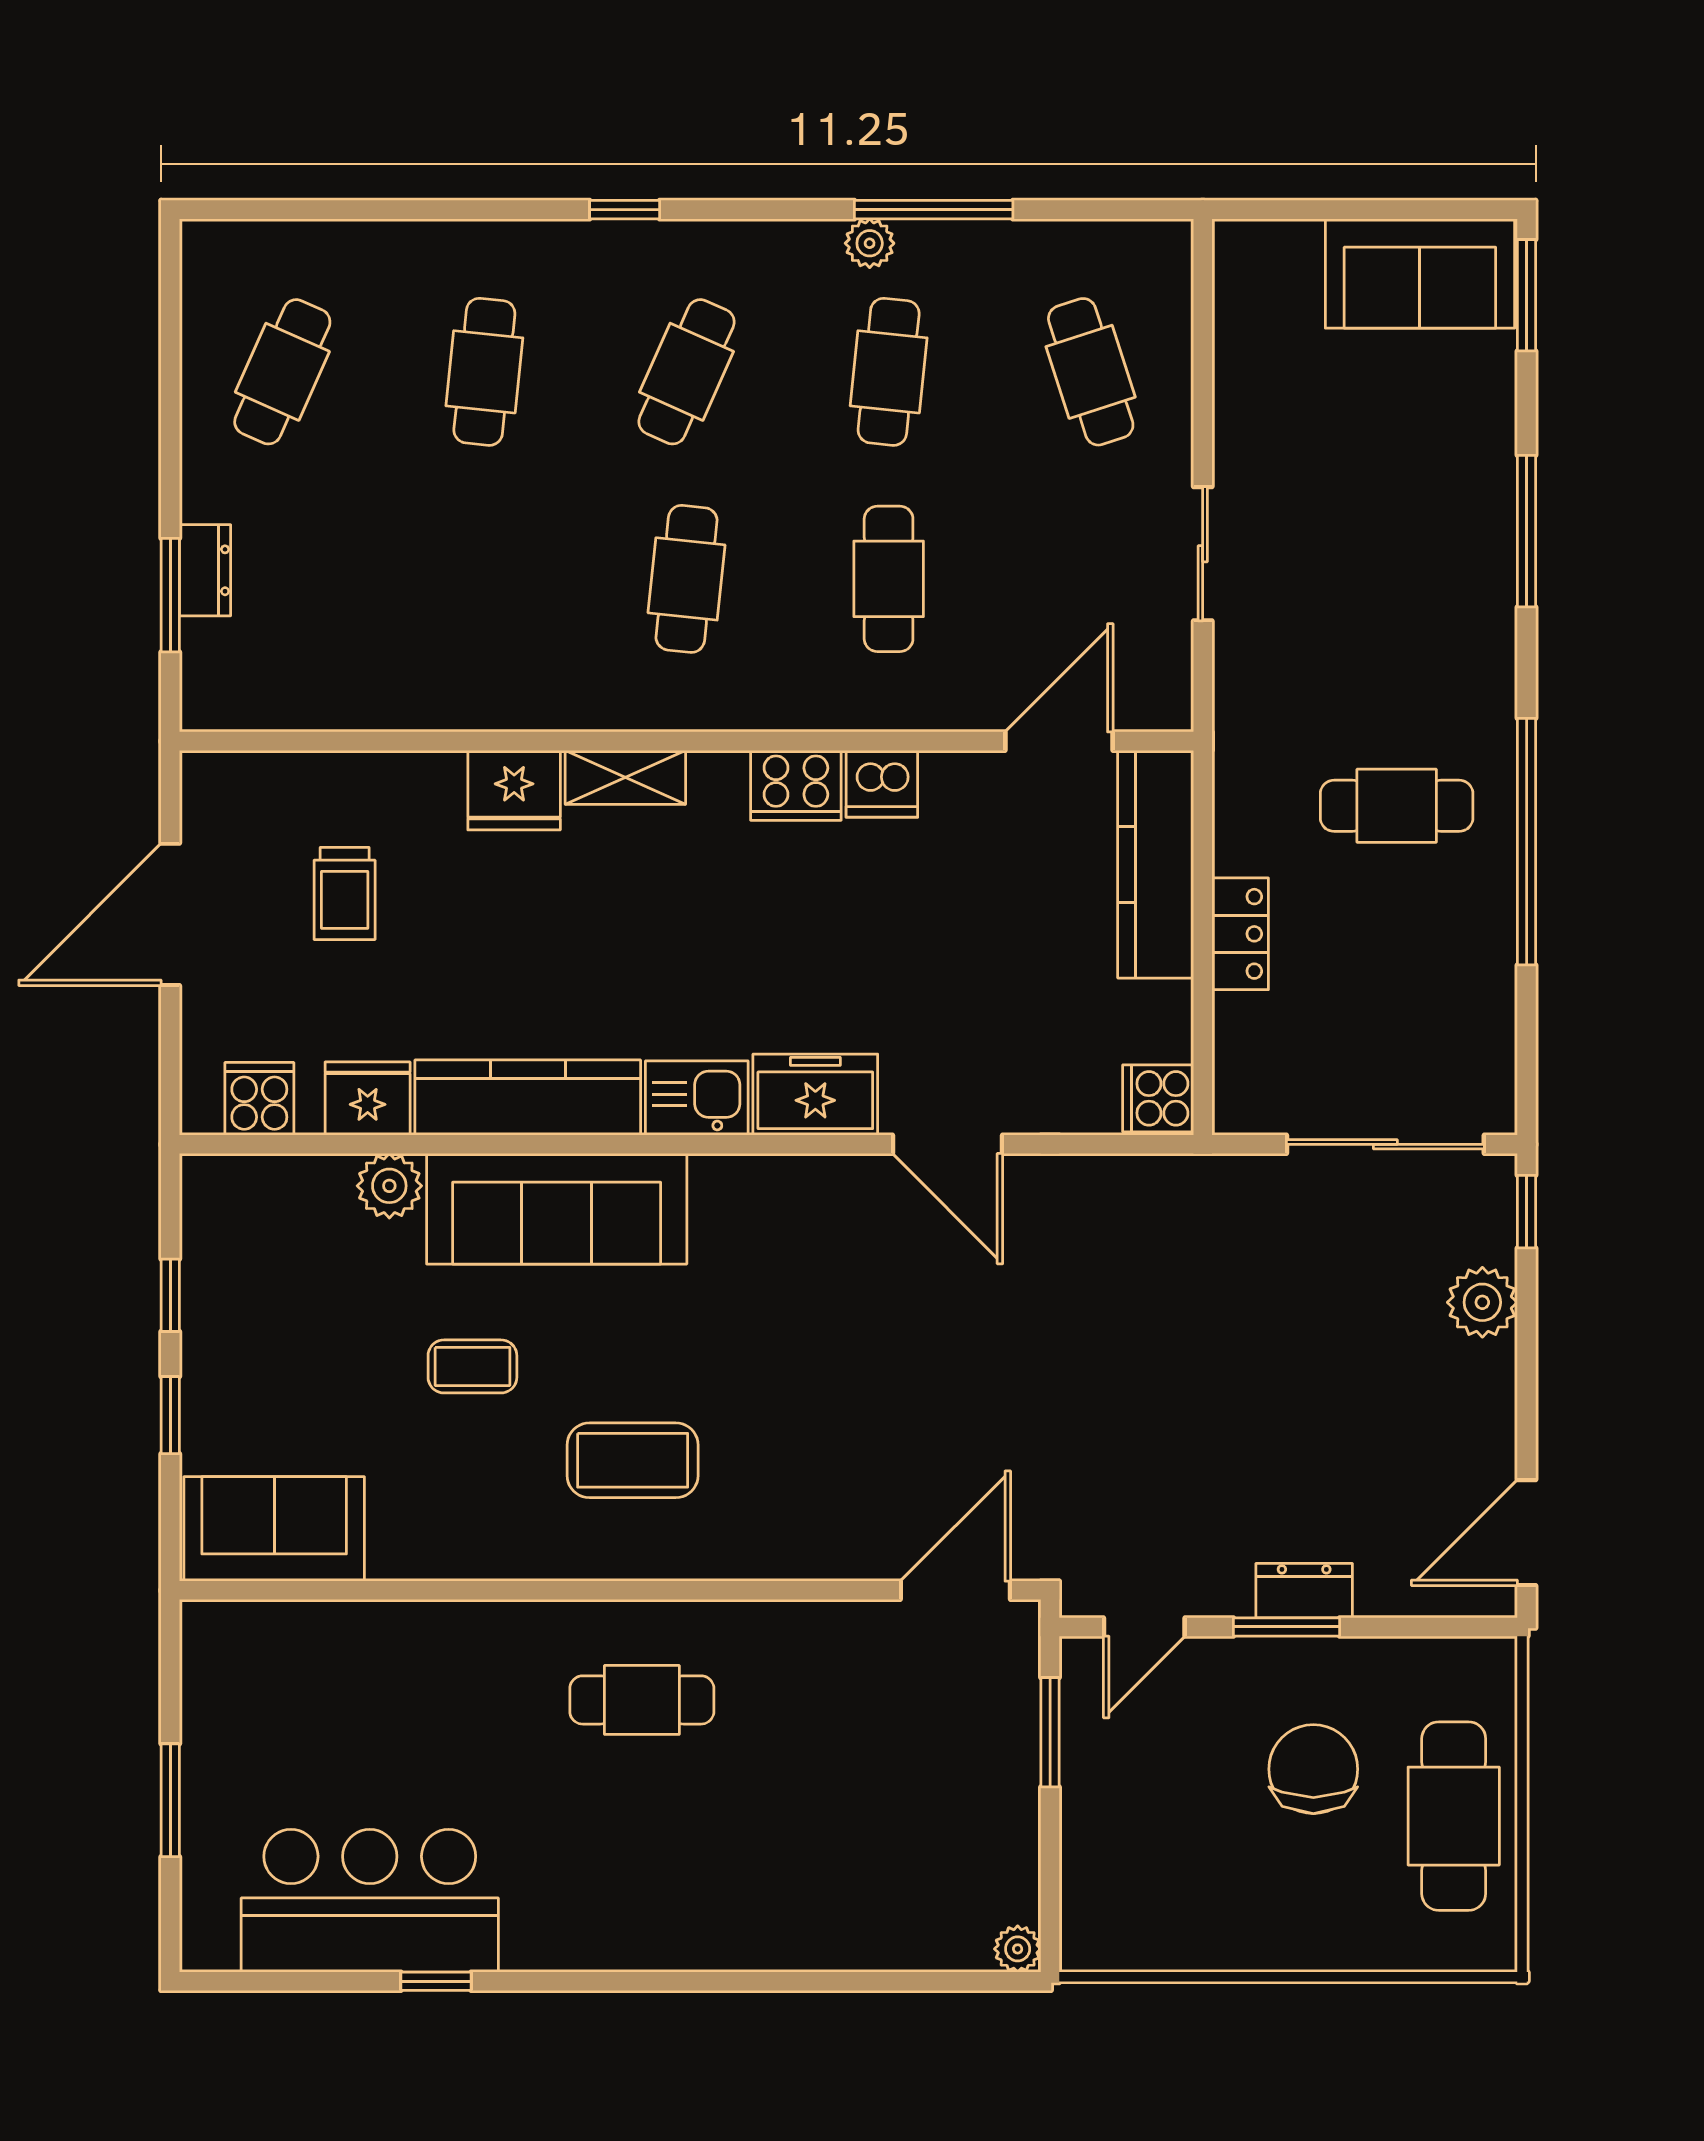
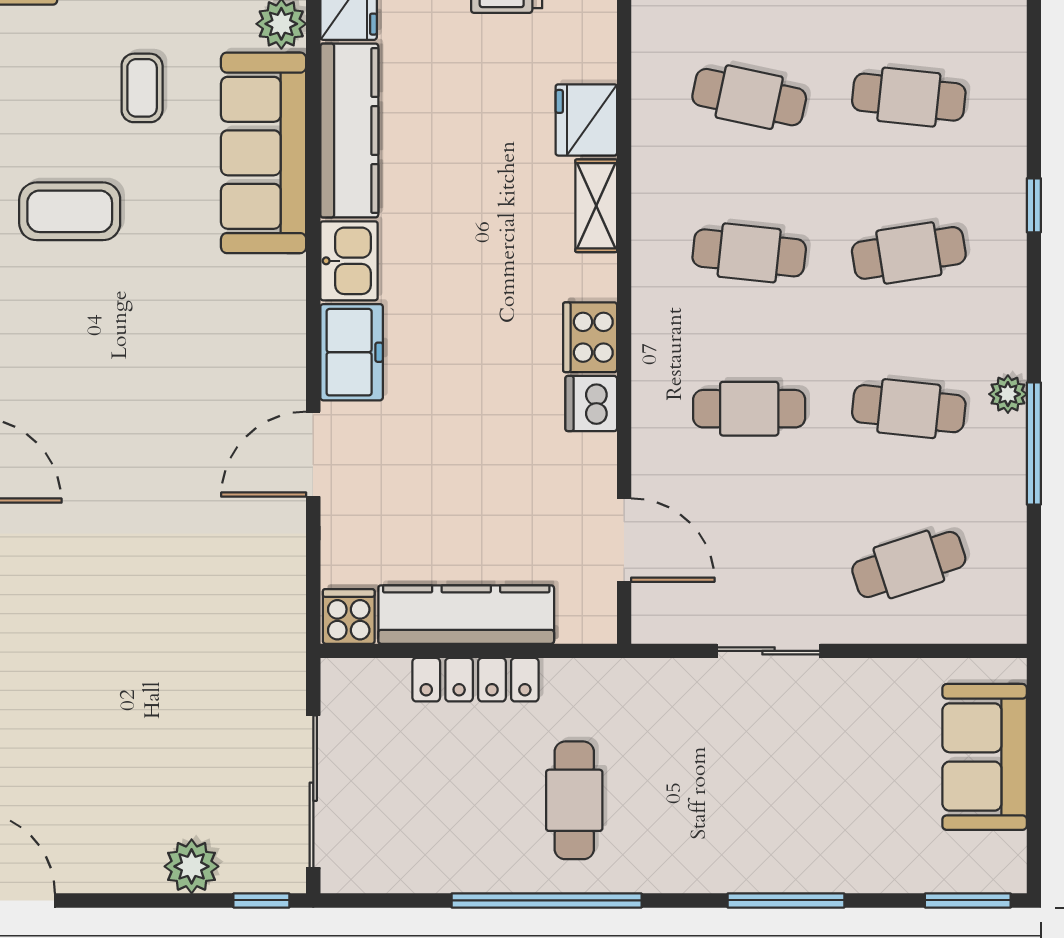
sofa: (1420, 273) -> (985, 757), moved
cafe table: (687, 372) -> (909, 253), turned -33
cafe table: (484, 579) -> (749, 97), added
kitchen counter: (1156, 864) -> (466, 615), moved
locker: (1240, 934) -> (476, 680), width x1.53
coffee table: (633, 1460) -> (70, 211), turned 90

